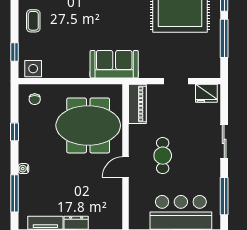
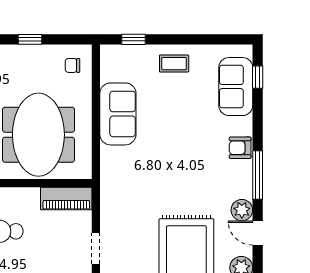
sofa: (114, 64) -> (118, 114), moved
side table: (33, 69) -> (112, 63), removed

